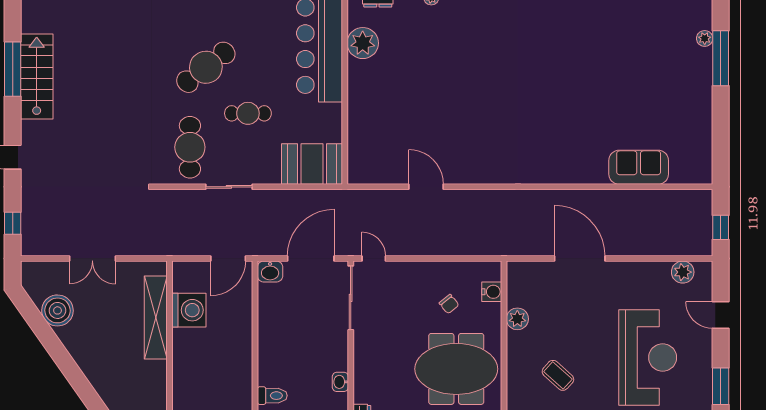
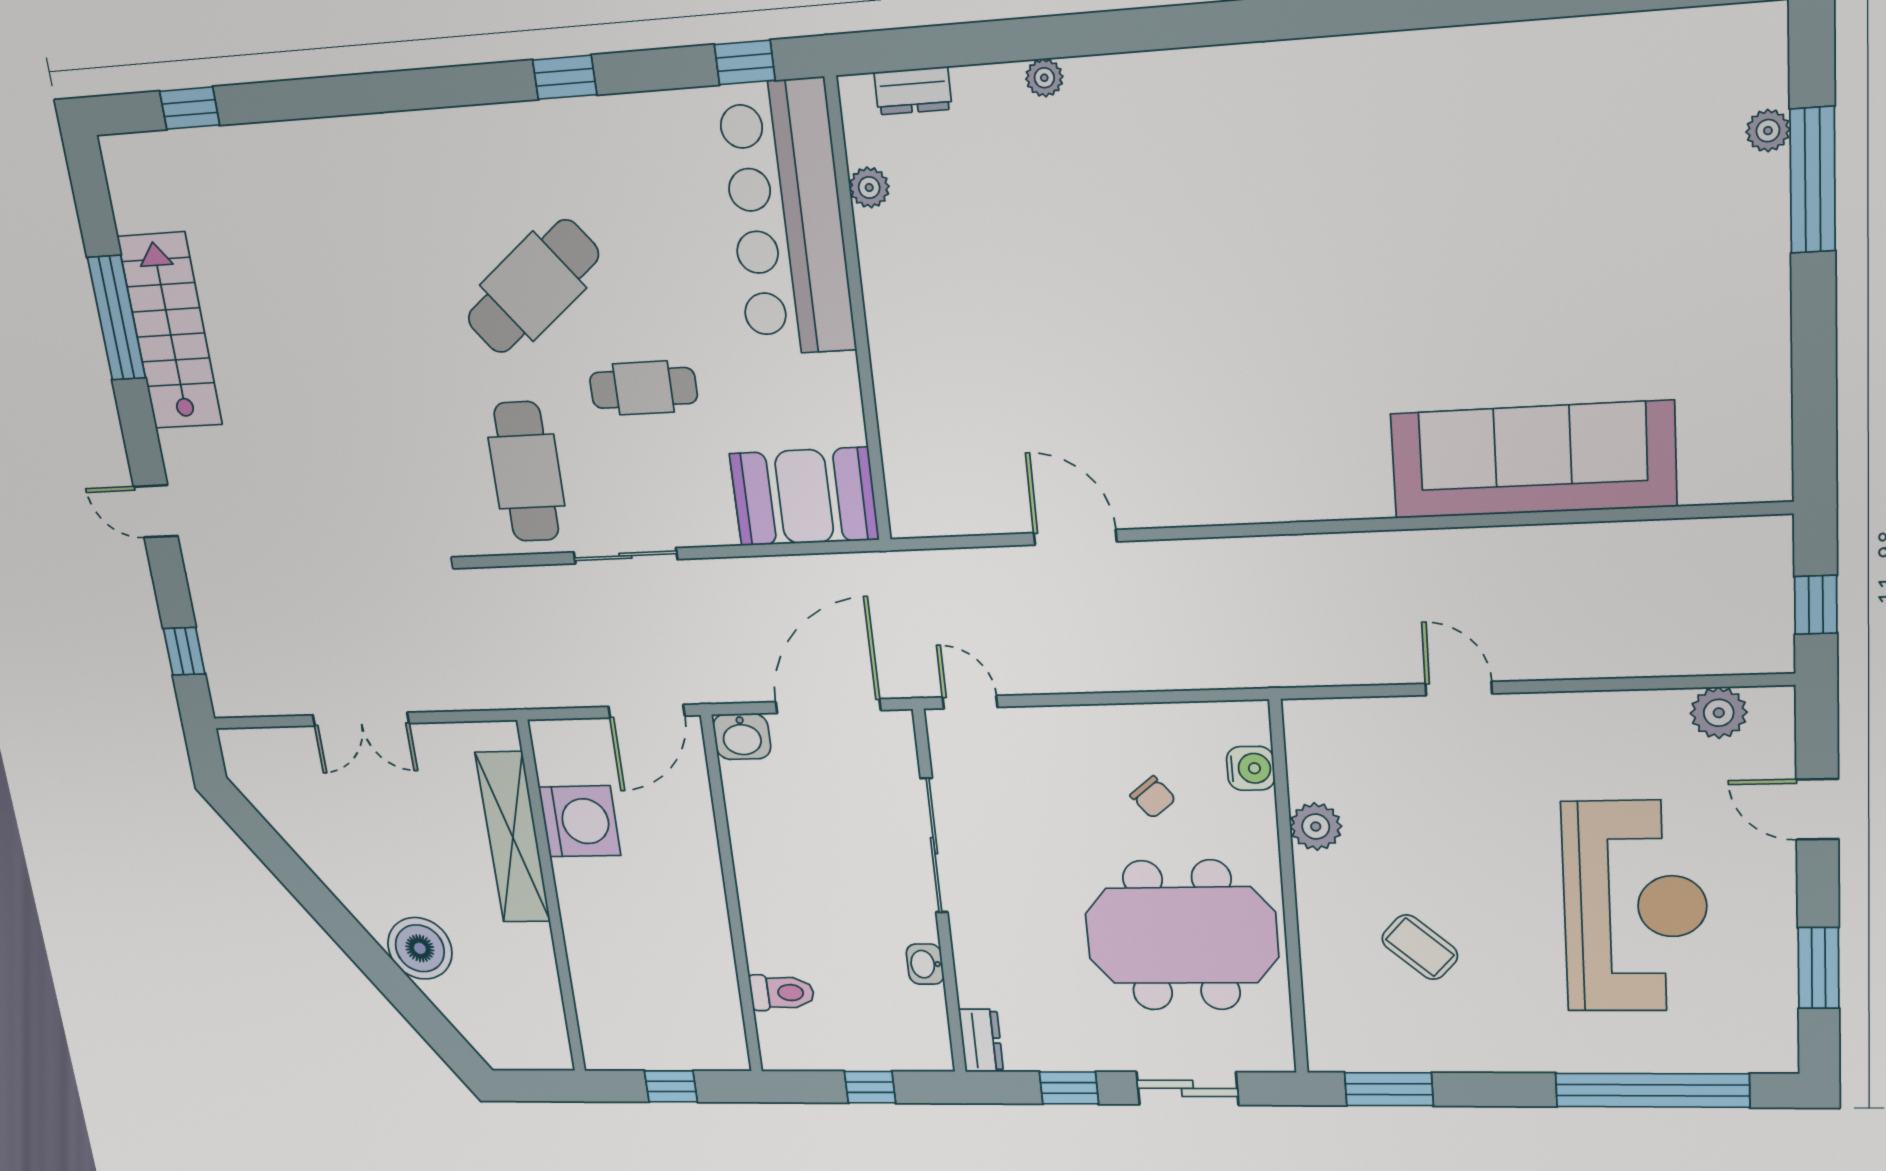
plant: (363, 43) -> (869, 187), width x0.53, depth x0.53
sofa: (639, 167) -> (1533, 460), width x1.85, depth x1.27
door: (580, 258) -> (1459, 689), width x0.53
sliding door: (351, 298) -> (934, 846), moved
boiler: (57, 310) -> (420, 948), moved

